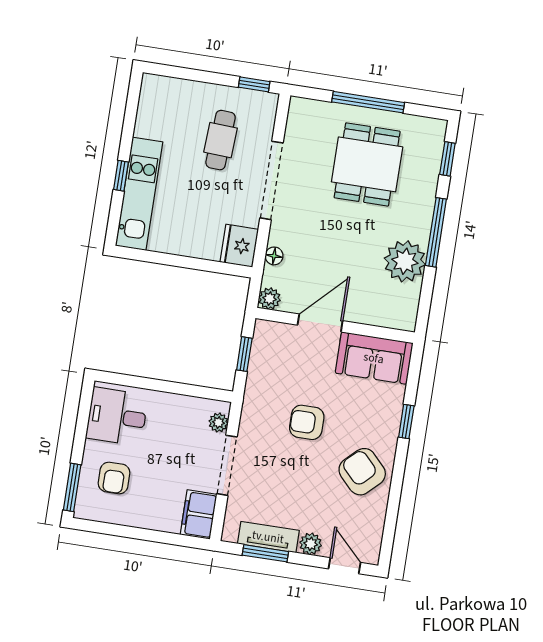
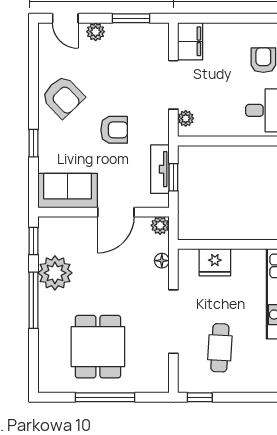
window: (447, 159) -> (33, 241), moved
fridge: (239, 246) -> (215, 262), moved, turned 90
tv unit: (268, 537) -> (160, 169), moved, turned 90

